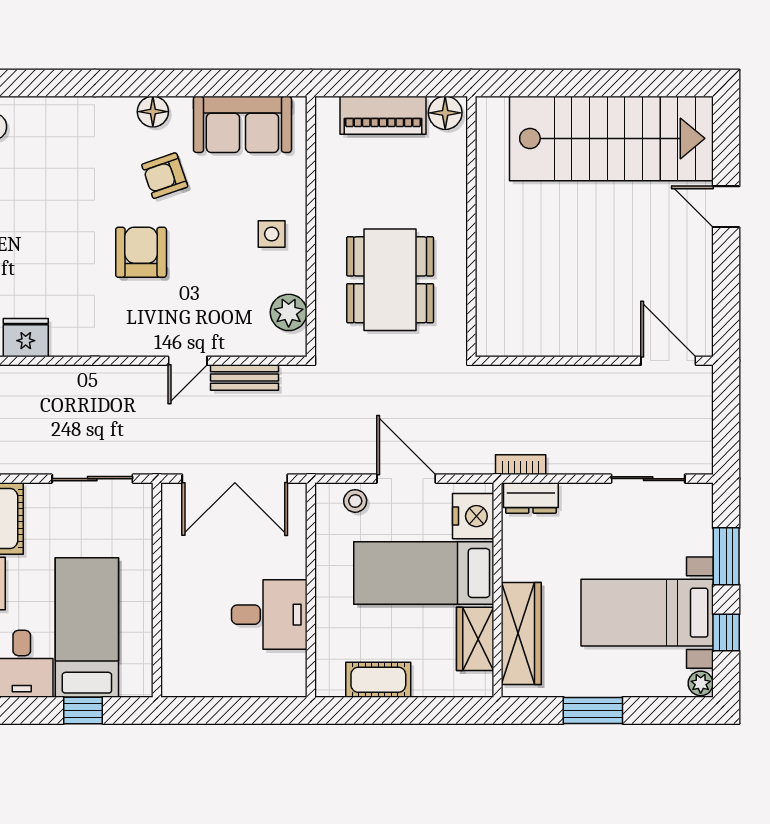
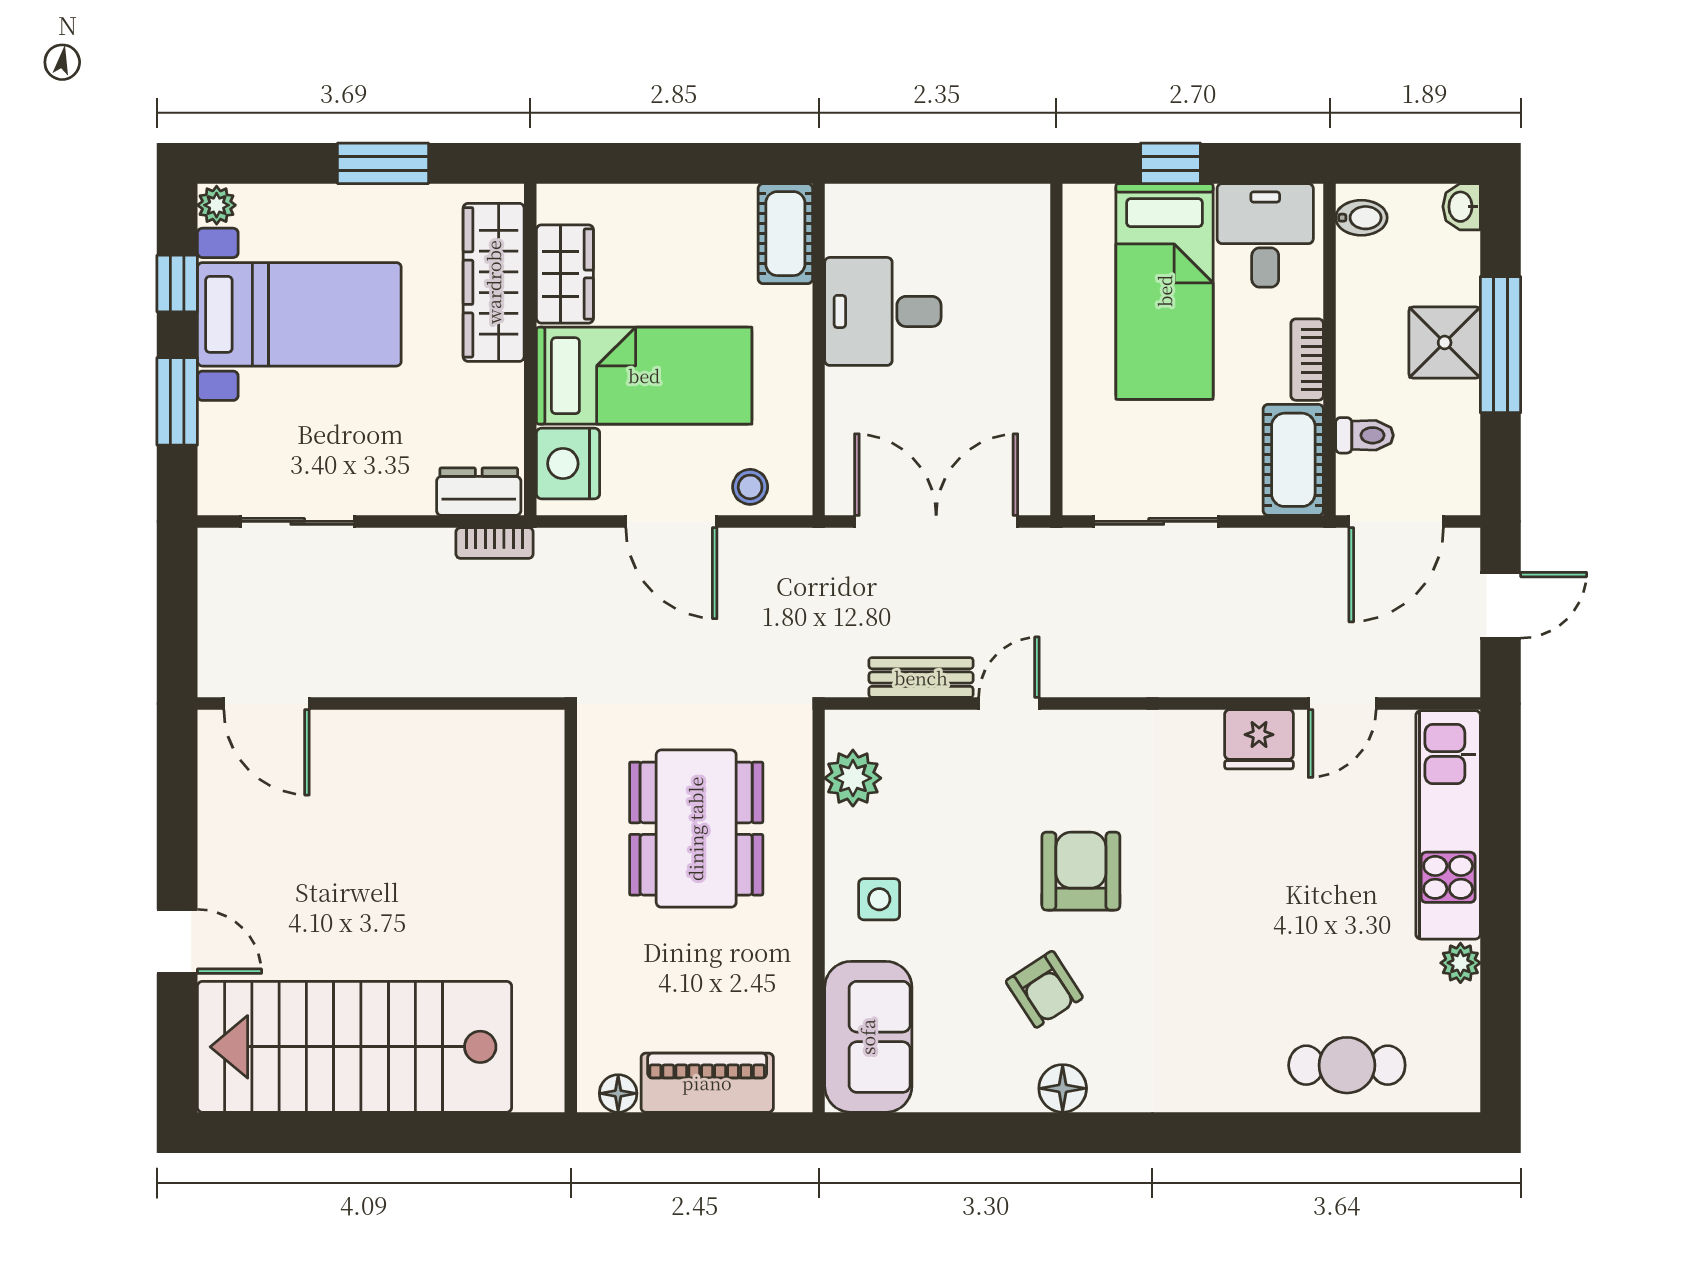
floor lamp: (445, 113) -> (618, 1093), width x0.73, depth x0.73
sofa: (242, 124) -> (868, 1037), moved, turned 90
armchair: (165, 176) -> (1044, 989), turned 76
armchair: (141, 252) -> (1081, 871), turned 180
cot: (378, 680) -> (785, 234), moved, turned 90

